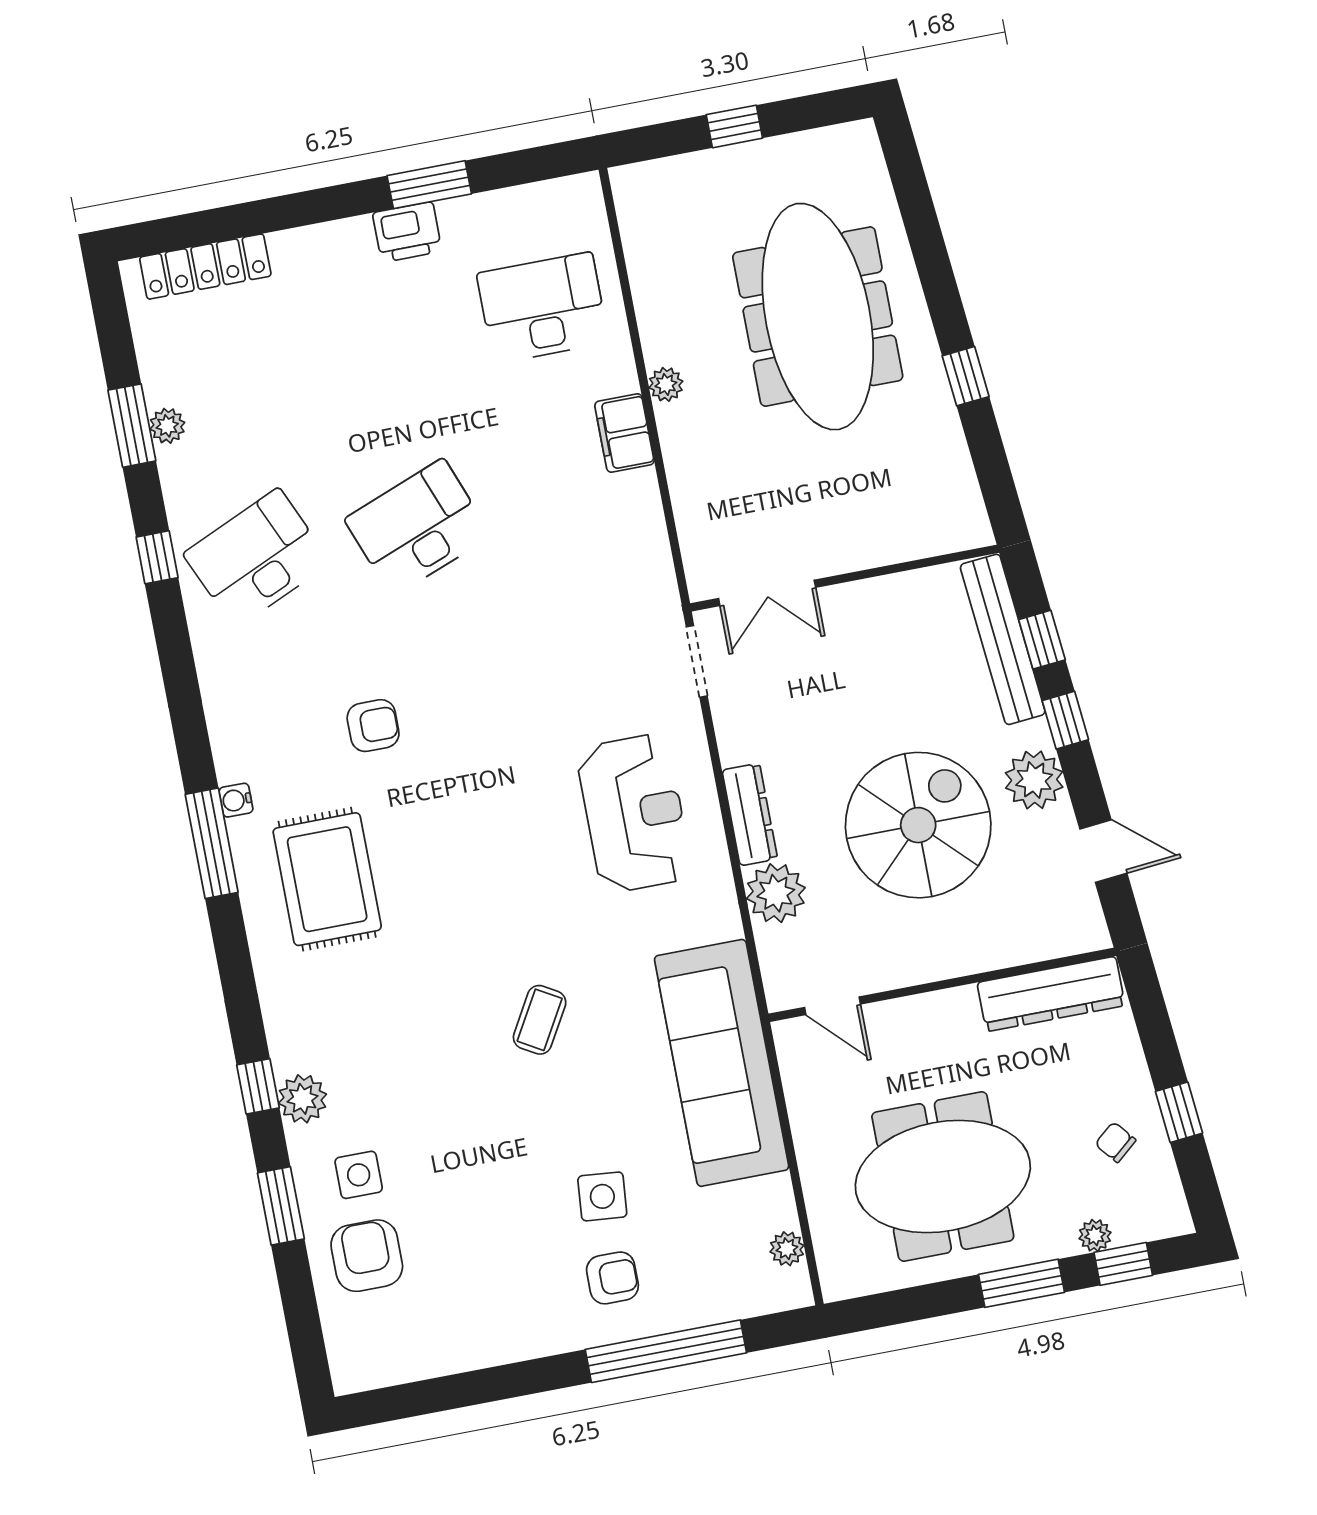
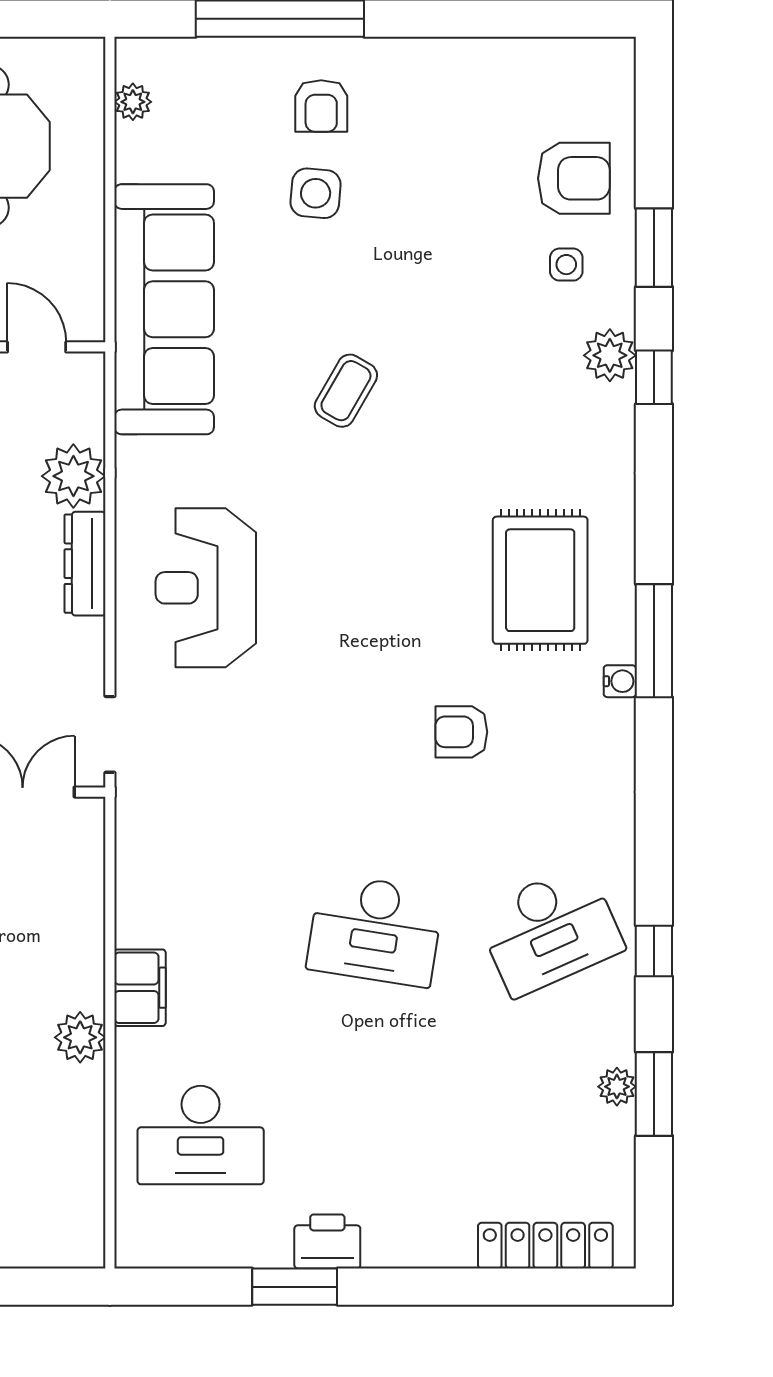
plant: (666, 384) -> (80, 1037), width x1.38, depth x1.38
desk: (418, 528) -> (375, 930), turned 30
side table: (359, 1175) -> (566, 265), width x0.73, depth x0.73
armchair: (367, 1256) -> (574, 178), turned -90
armchair: (612, 1278) -> (321, 106), turned -90

